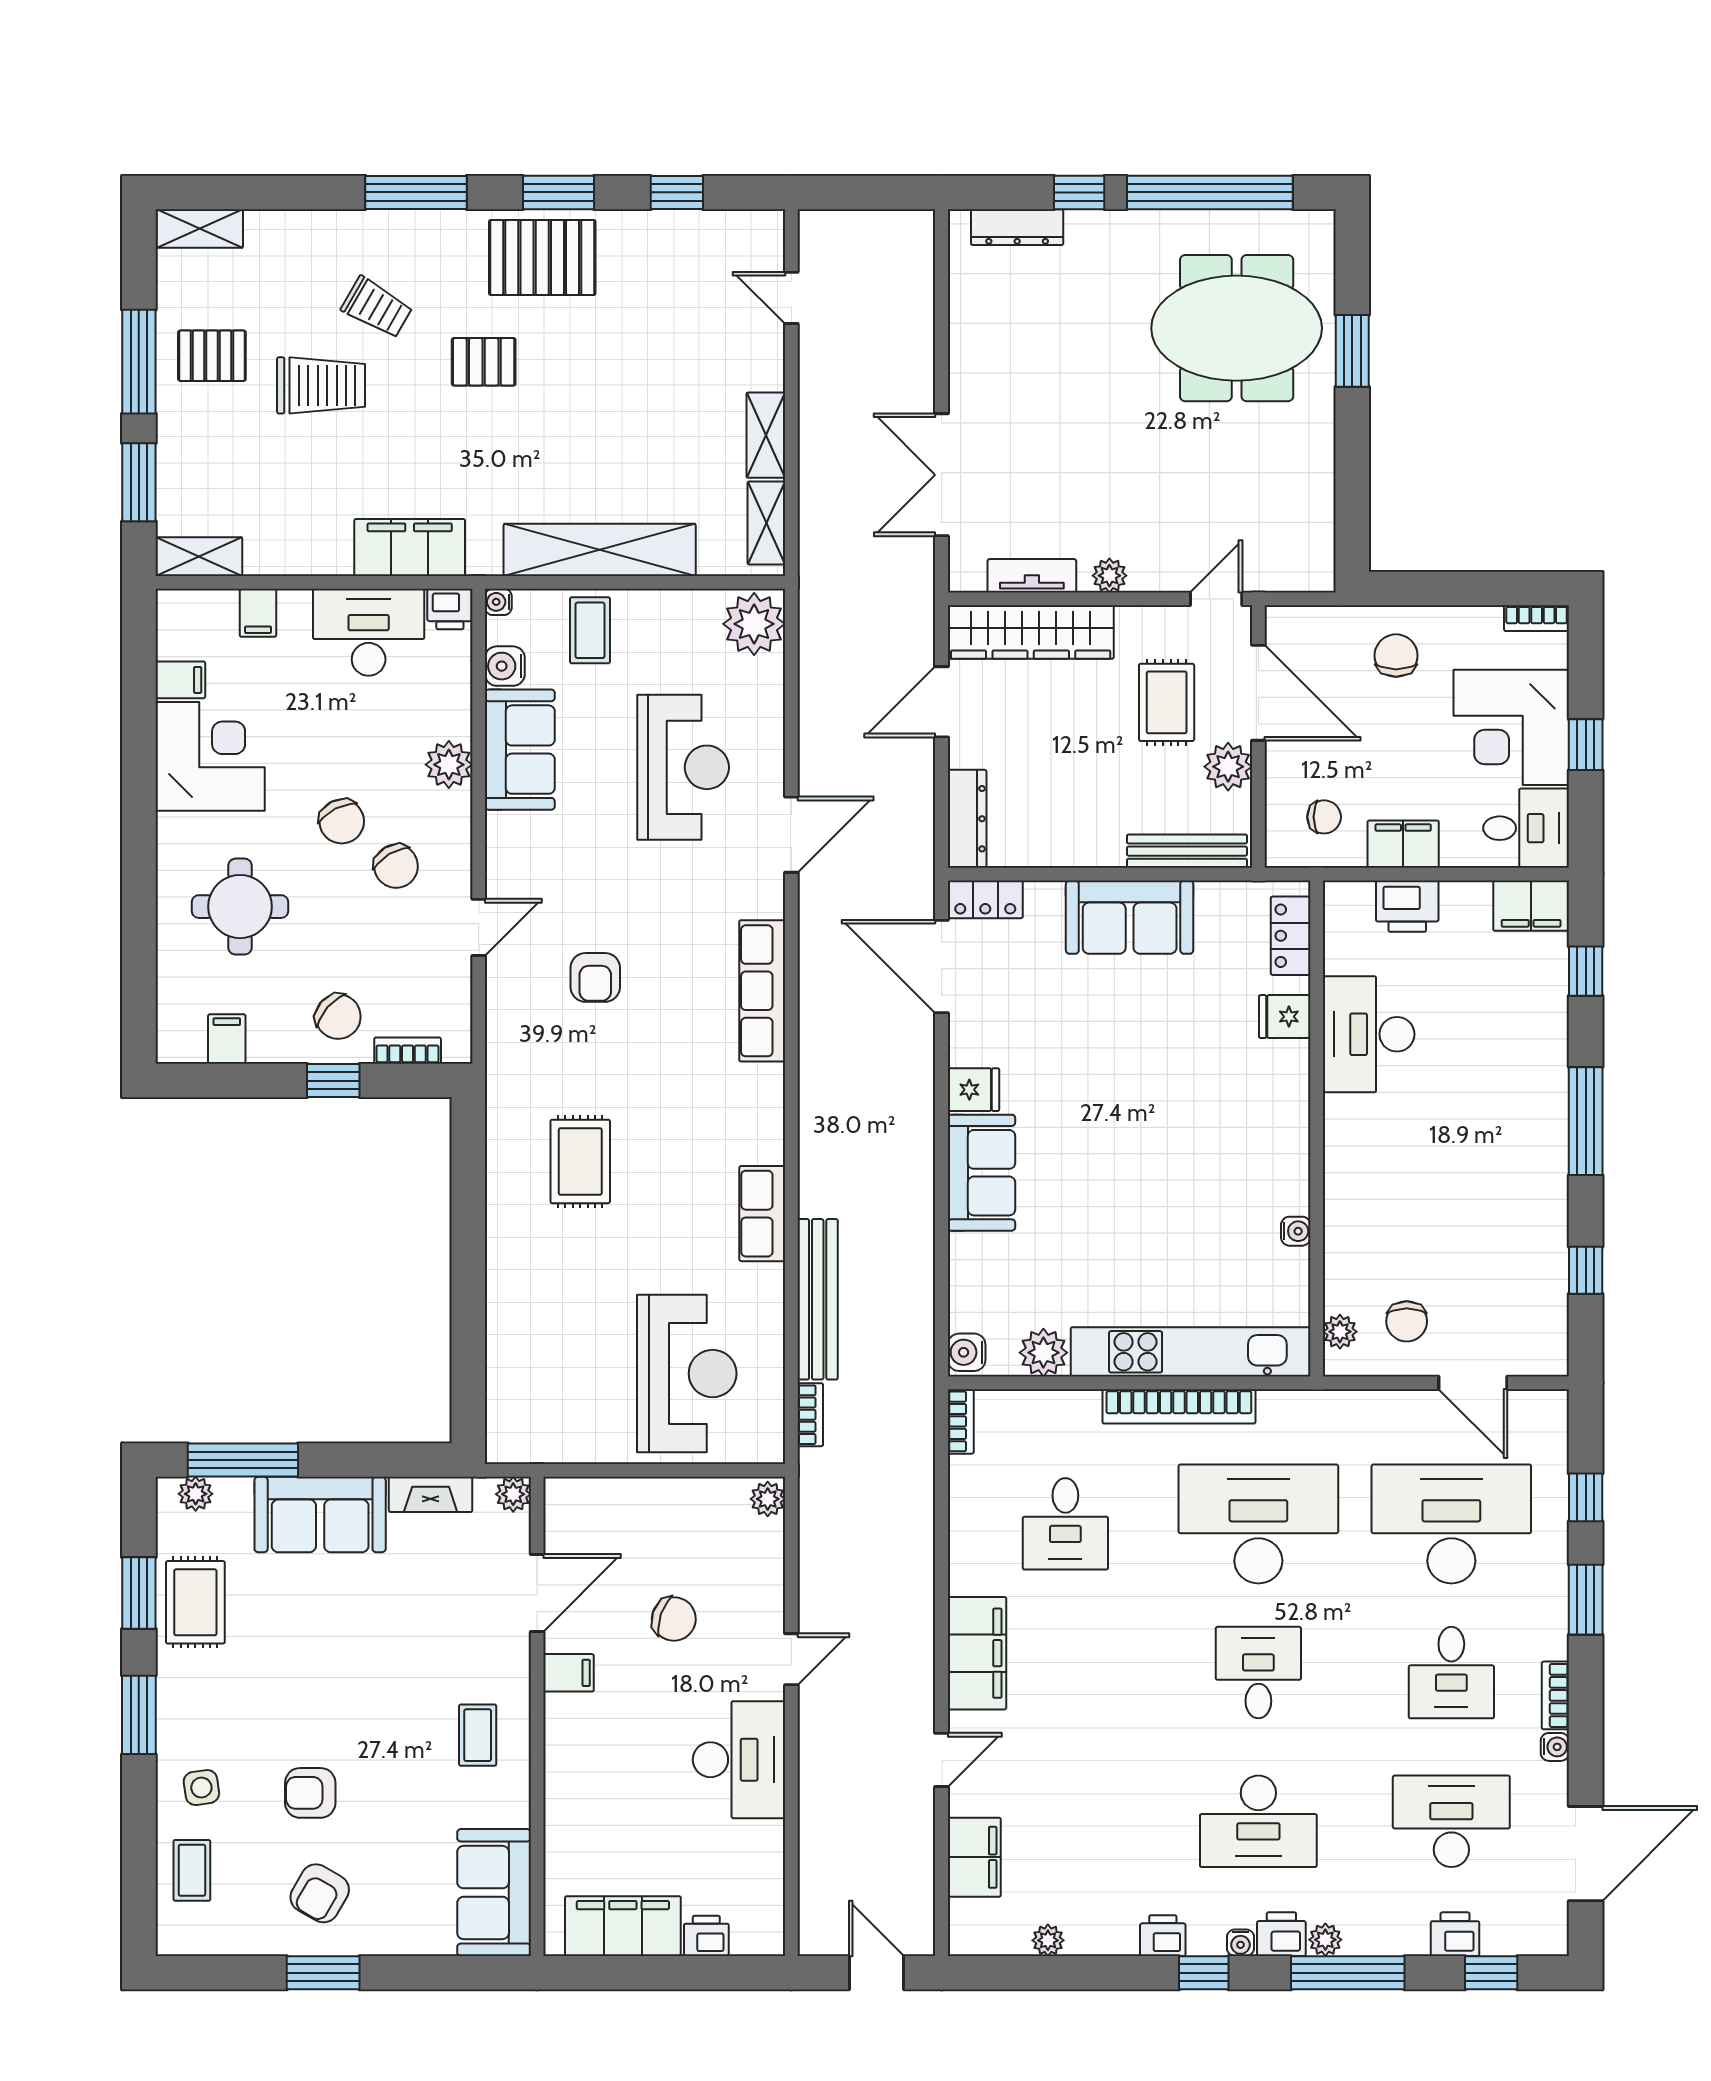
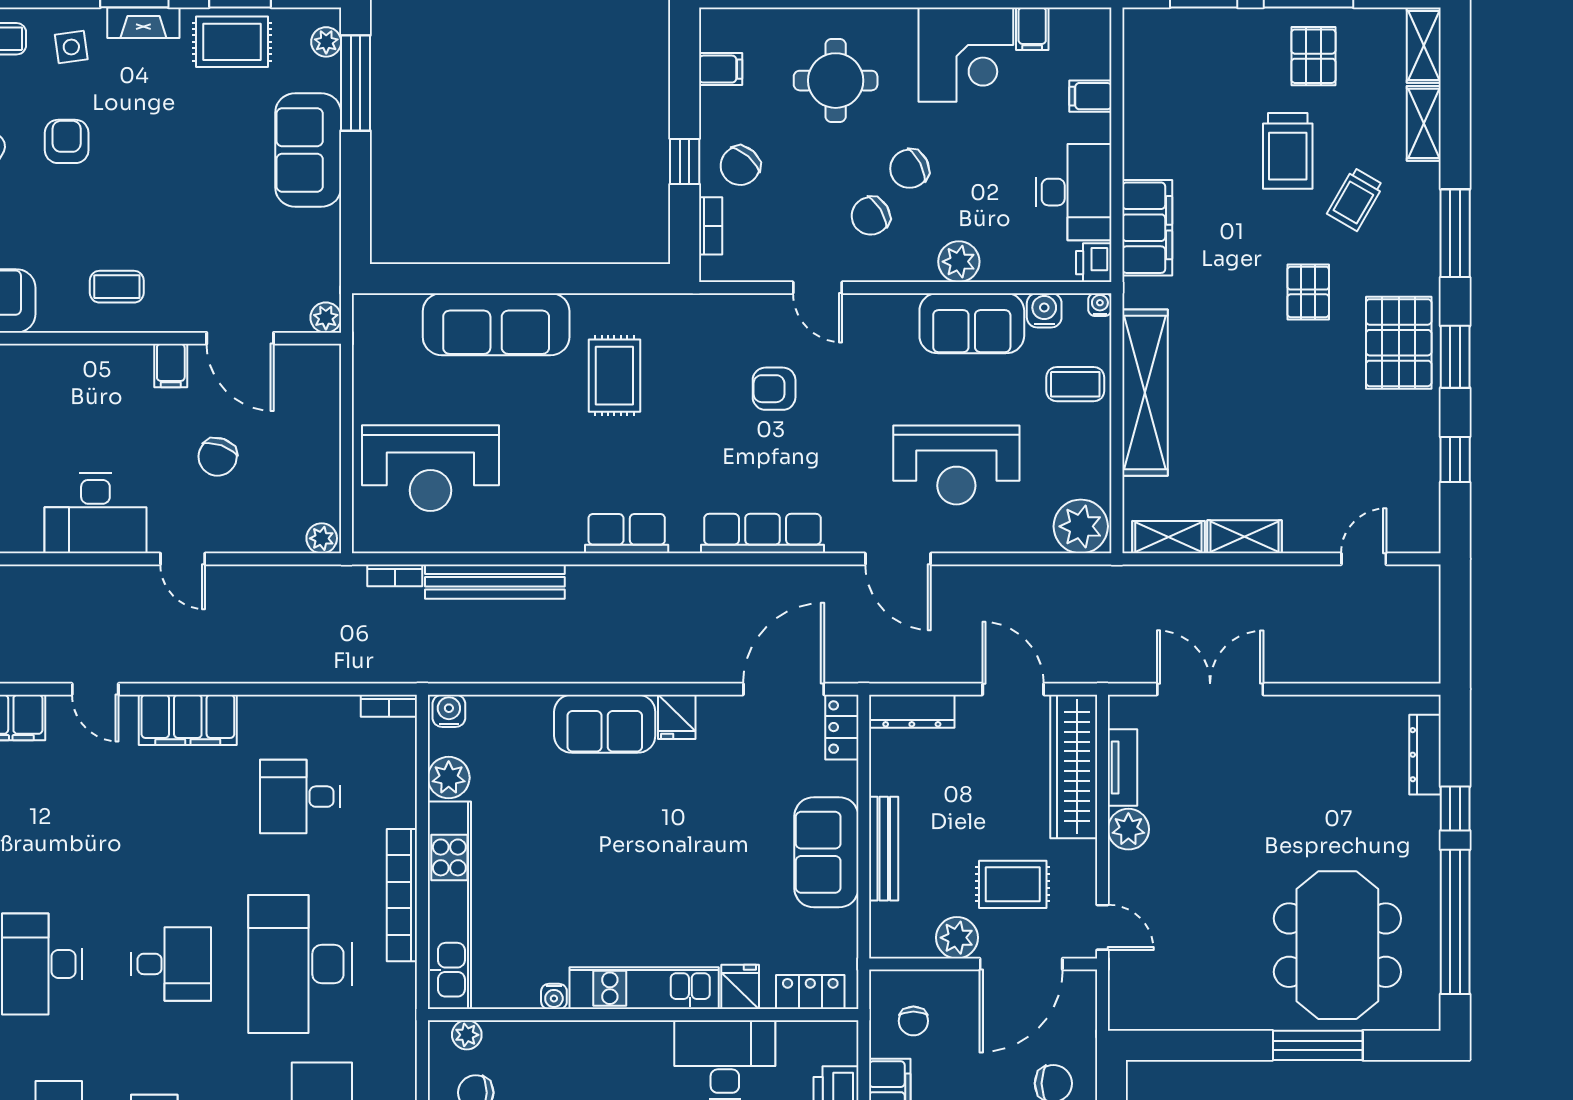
window: (1352, 351) -> (1318, 1045), width x1.44
shelving: (199, 557) -> (1424, 123), moved
plant: (1109, 576) -> (1128, 829), width x1.38, depth x1.38
bench: (1187, 851) -> (884, 849), moved
kitchen unit: (1286, 1127) -> (644, 988), added
rug: (580, 1161) -> (614, 376), turned 90
row of seats: (762, 1214) -> (627, 534), moved
sofa: (521, 1298) -> (496, 324), added
fireplace: (431, 1494) -> (143, 23), moved, turned -90
desk: (1258, 1524) -> (300, 964), turned 180

